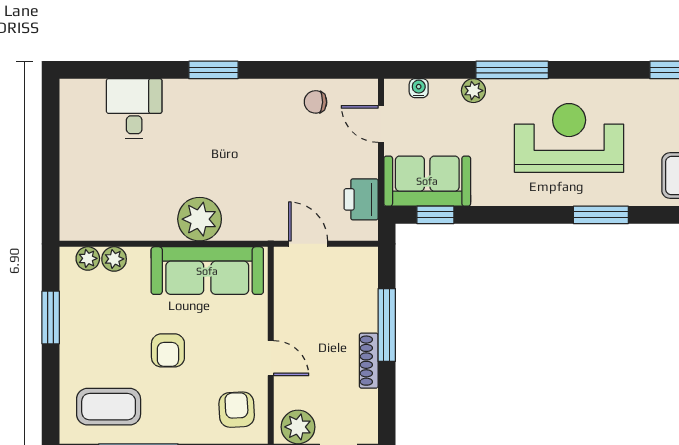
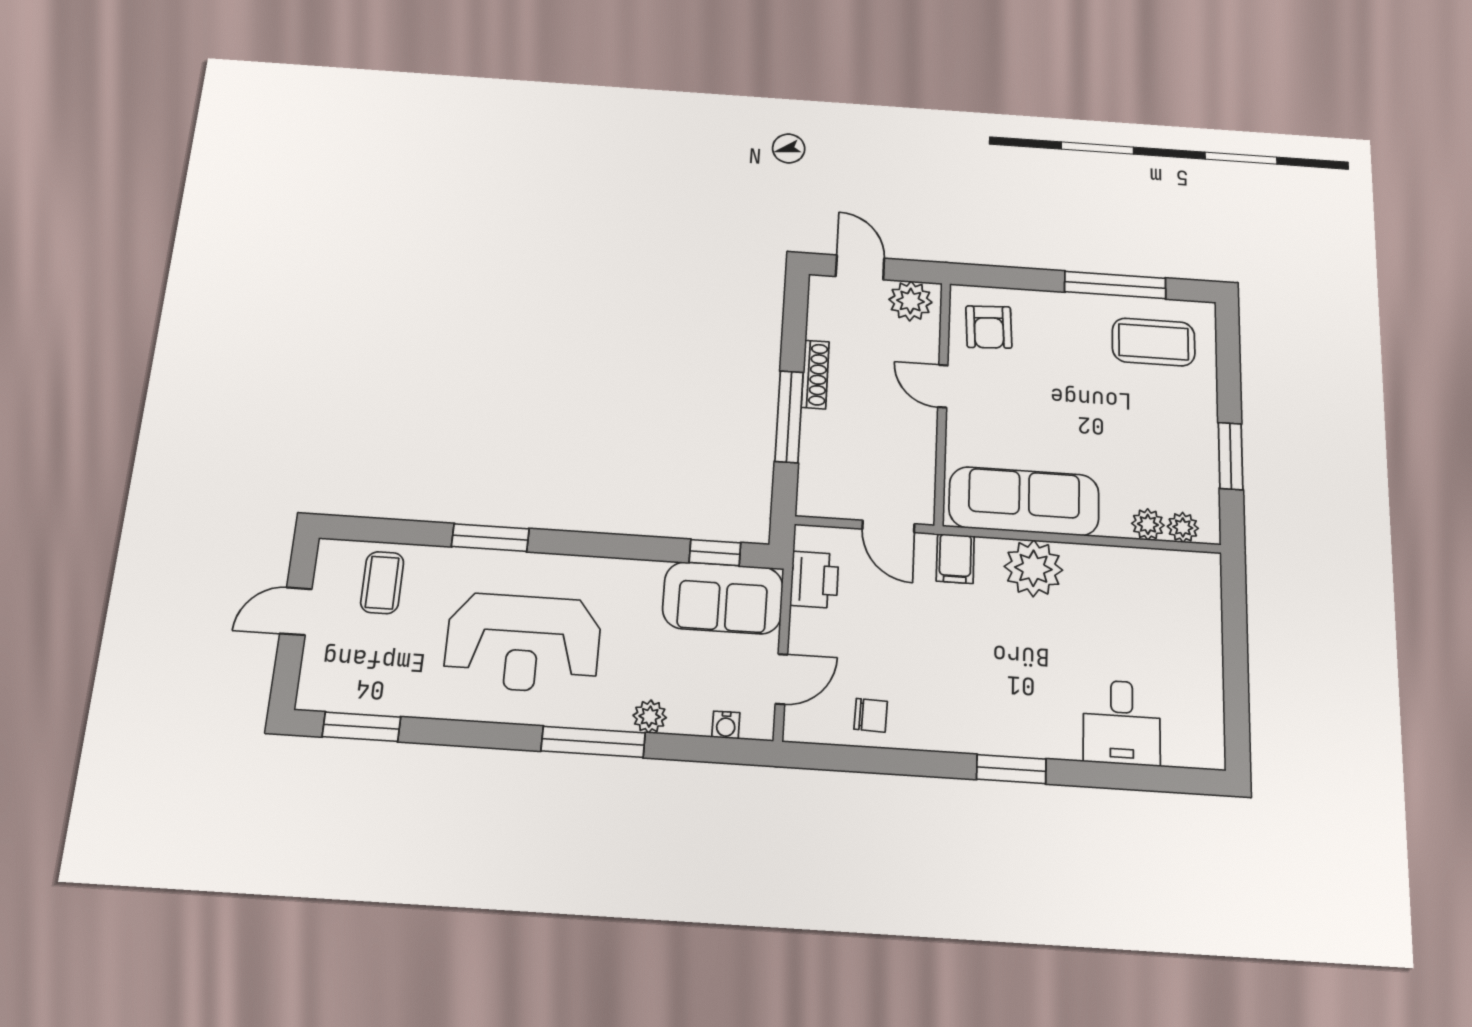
door: (381, 124) -> (781, 679), hinge flipped
filing cabinet: (258, 223) -> (955, 558), added
armchair: (168, 350) -> (1077, 405), removed

